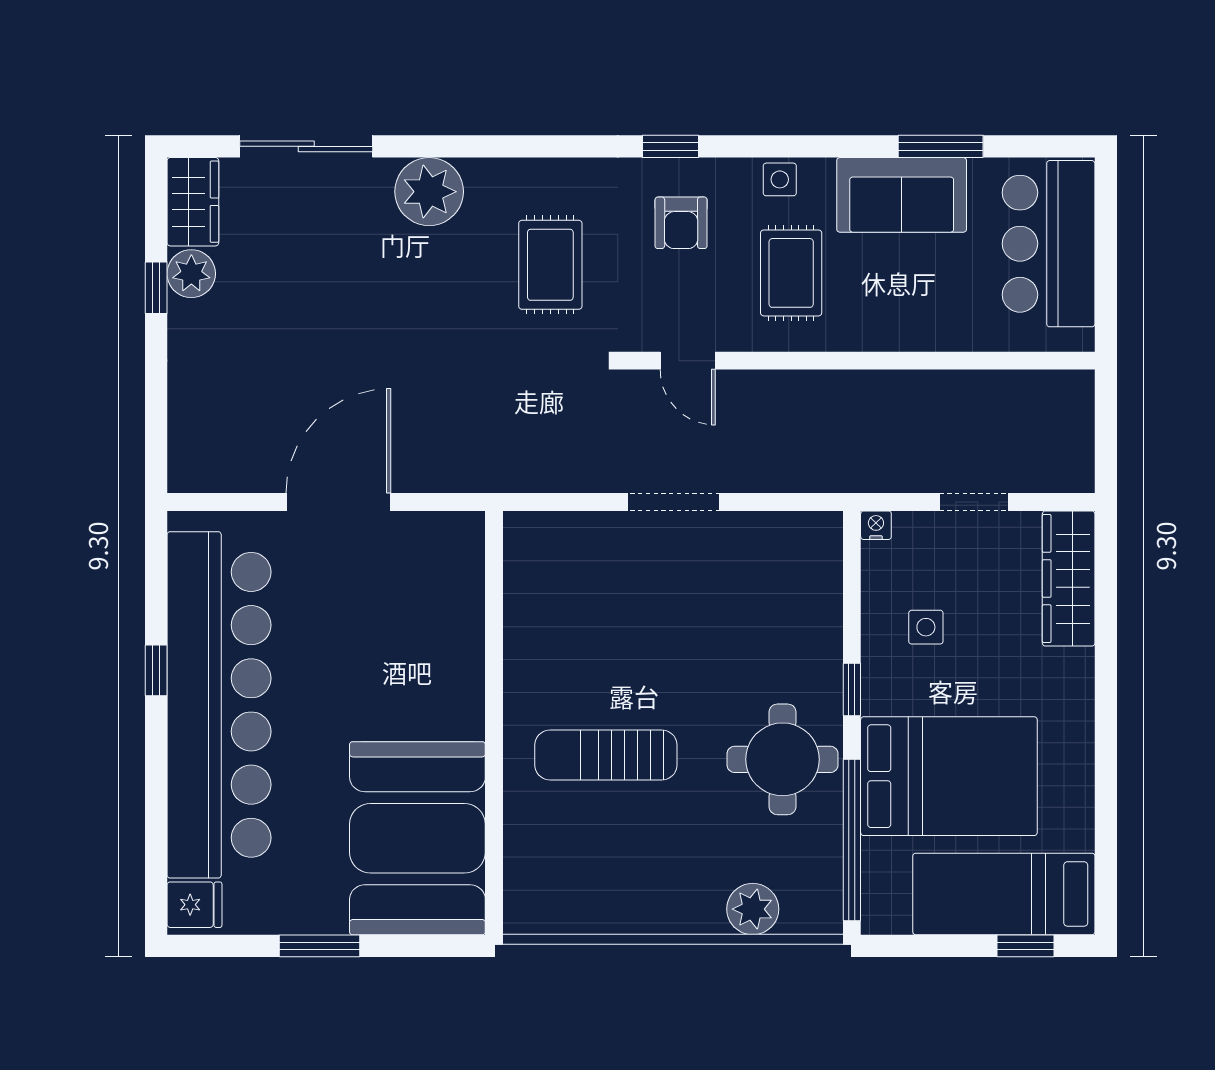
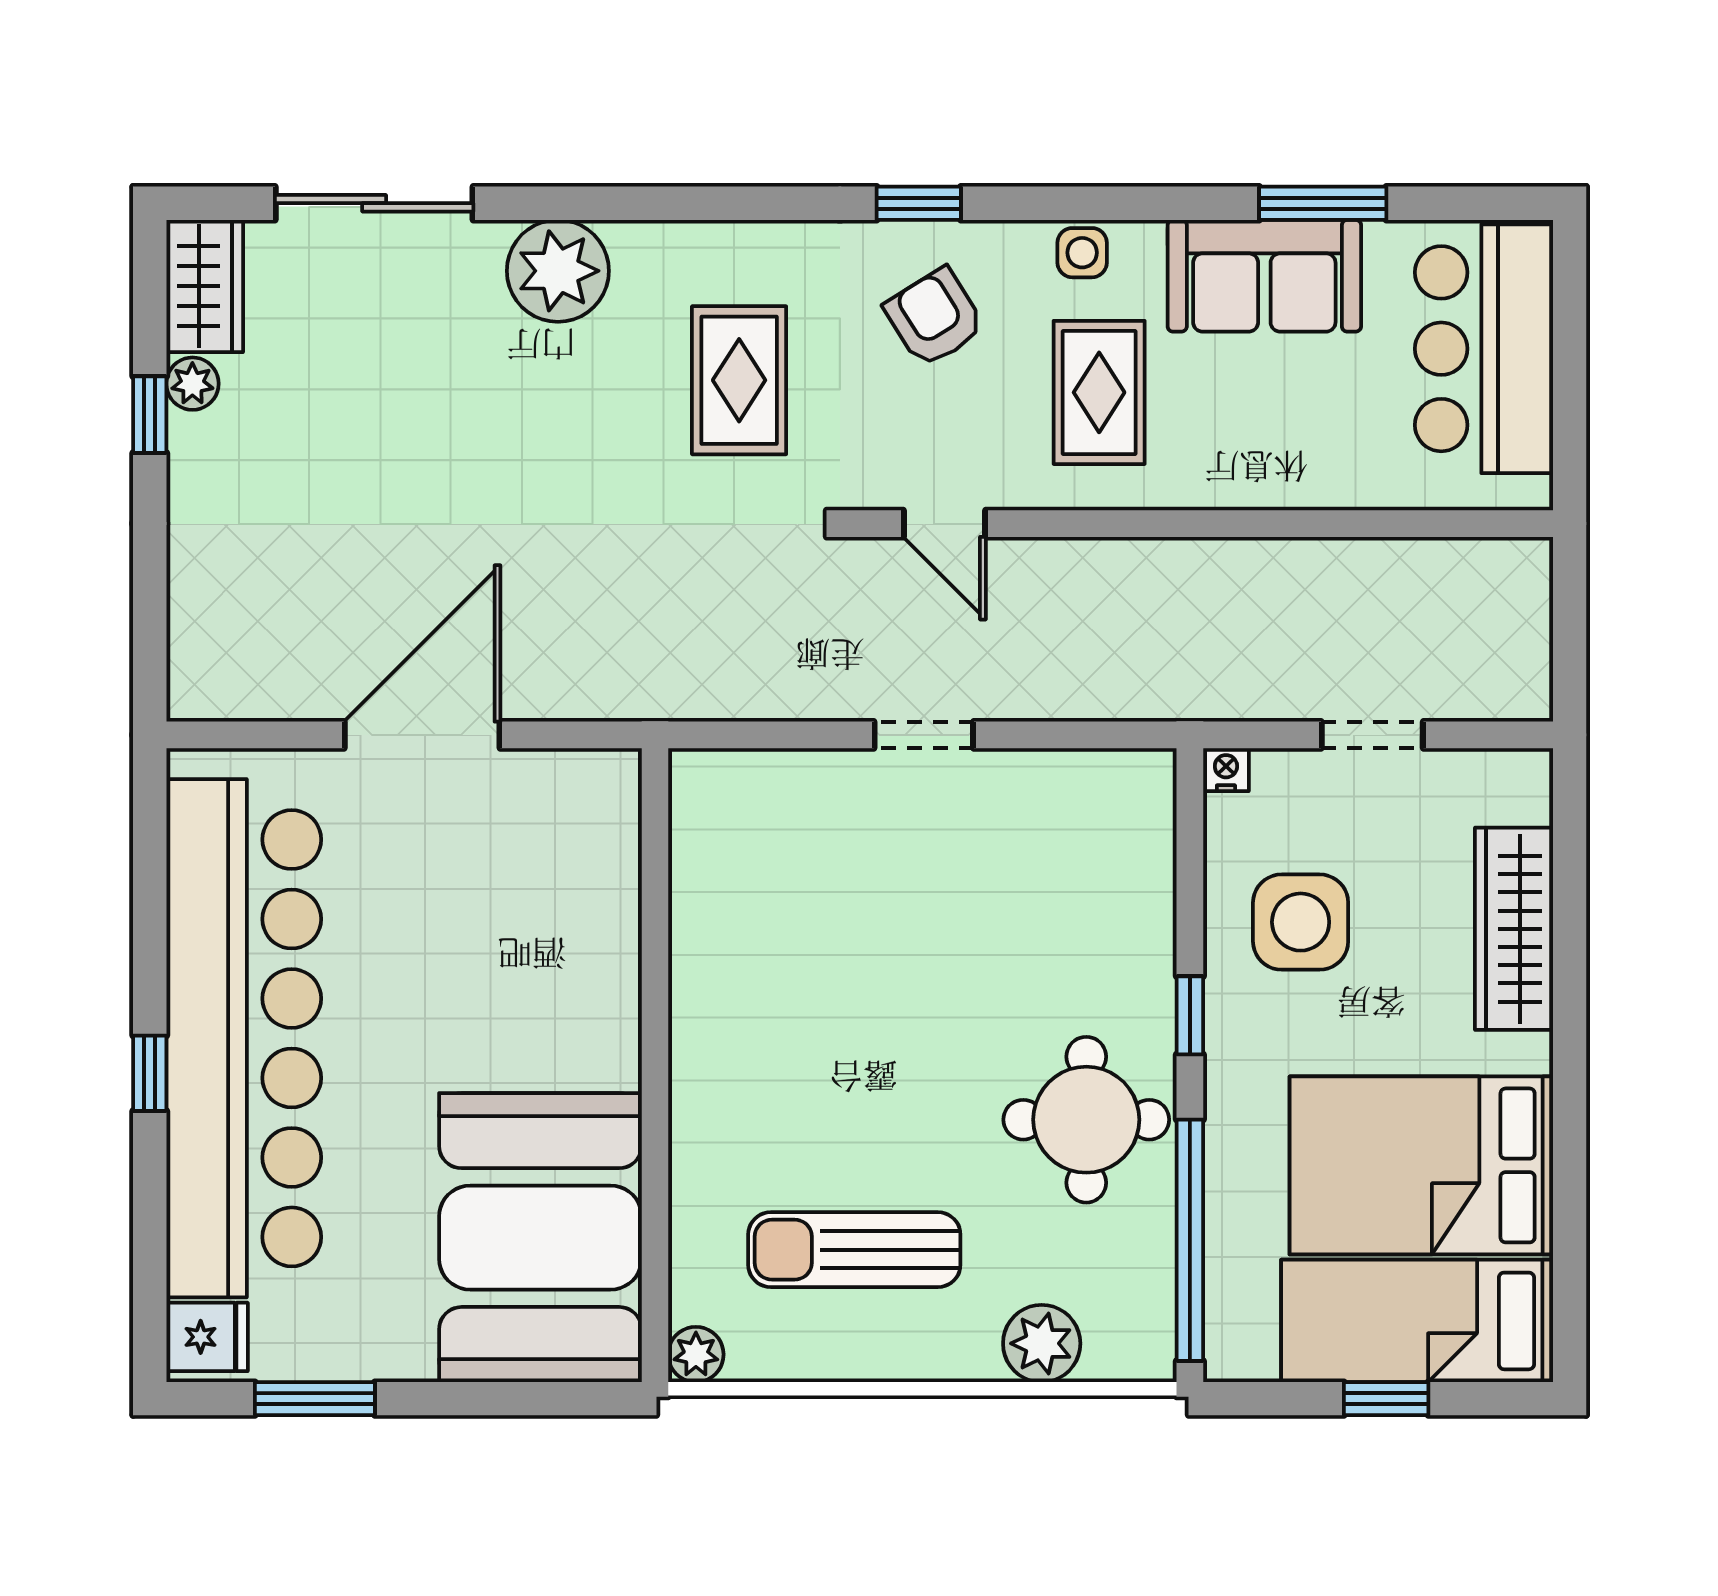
armchair: (681, 223) -> (935, 318), turned 148
plant: (191, 274) -> (192, 384), width x0.73, depth x0.73
doorway: (674, 502) -> (924, 735), width x0.73
wardrobe: (1069, 579) -> (1514, 929), moved
side table: (926, 627) -> (1301, 922), width x1.87, depth x1.87
window: (156, 670) -> (150, 1073), moved
sun lounger: (606, 755) -> (854, 1250), moved
bed: (949, 776) -> (1421, 1165), moved, turned 180
plant: (521, 916) -> (696, 1354), added
window: (320, 946) -> (315, 1399), moved
window: (1025, 946) -> (1386, 1399), moved

